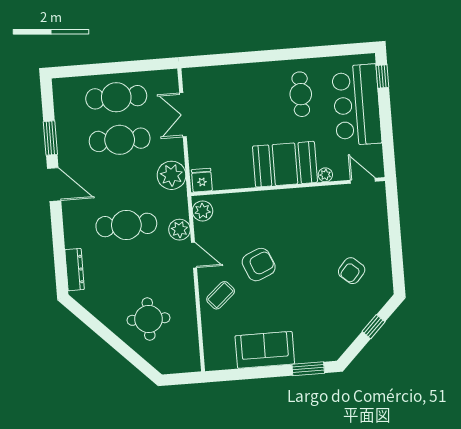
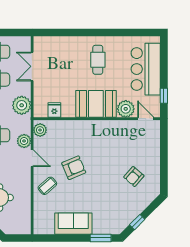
window: (382, 76) -> (164, 96), moved
cafe table: (301, 94) -> (98, 60), moved
plant: (325, 175) -> (126, 109), width x1.87, depth x1.87
fridge: (202, 180) -> (54, 110), moved
window: (374, 327) -> (137, 222), moved

